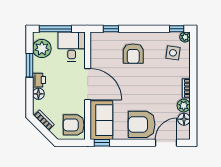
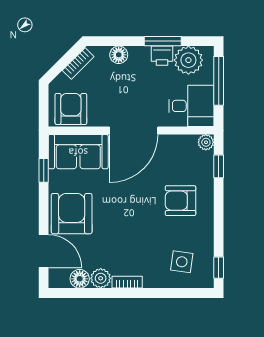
plant: (185, 37) -> (206, 142), moved
printer: (39, 80) -> (162, 56), moved
window: (102, 143) -> (44, 170), moved

